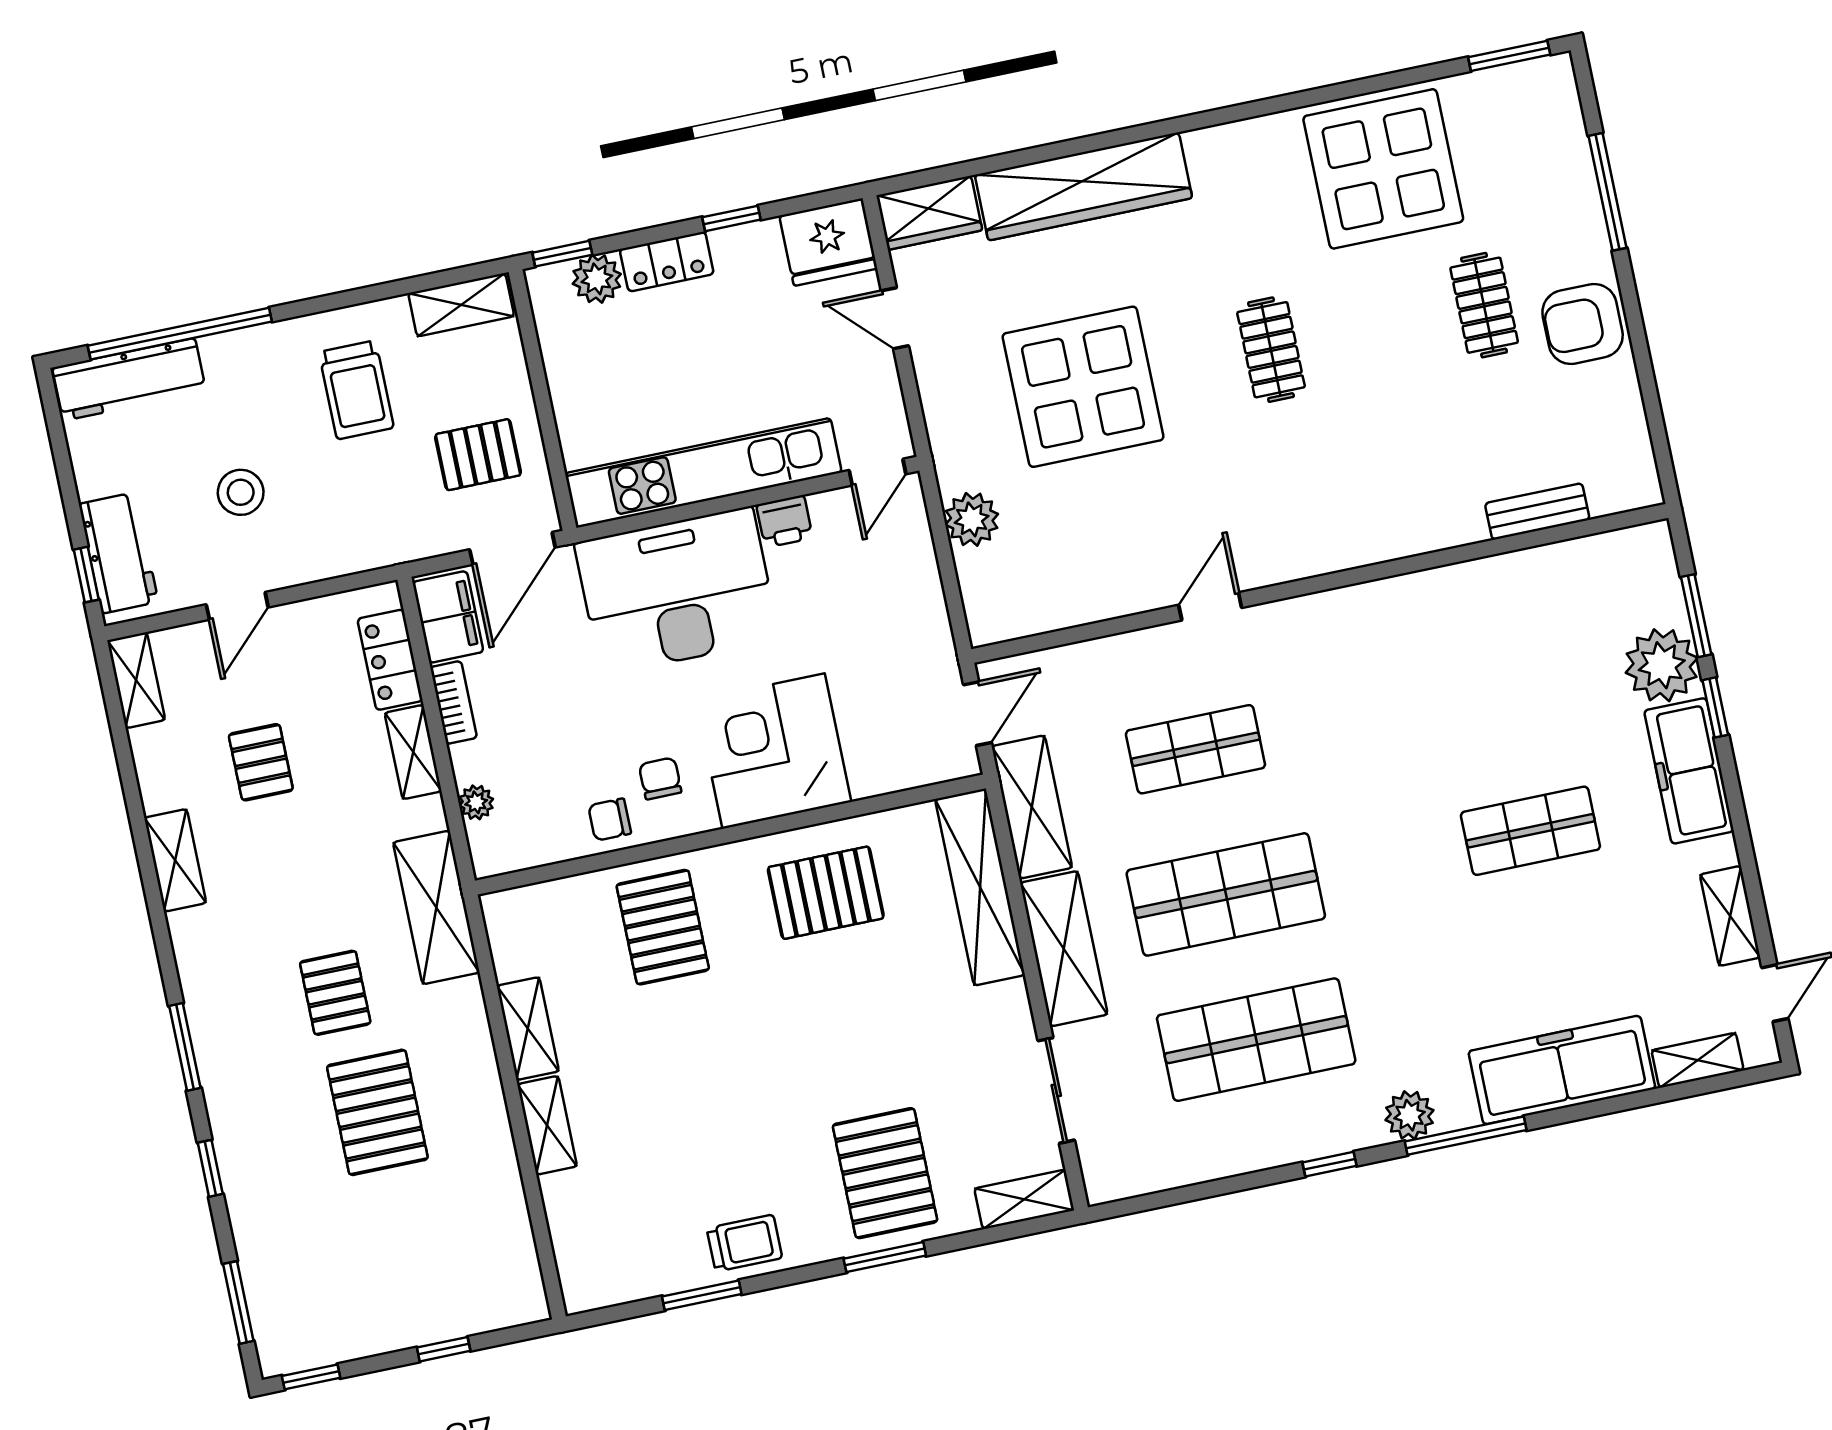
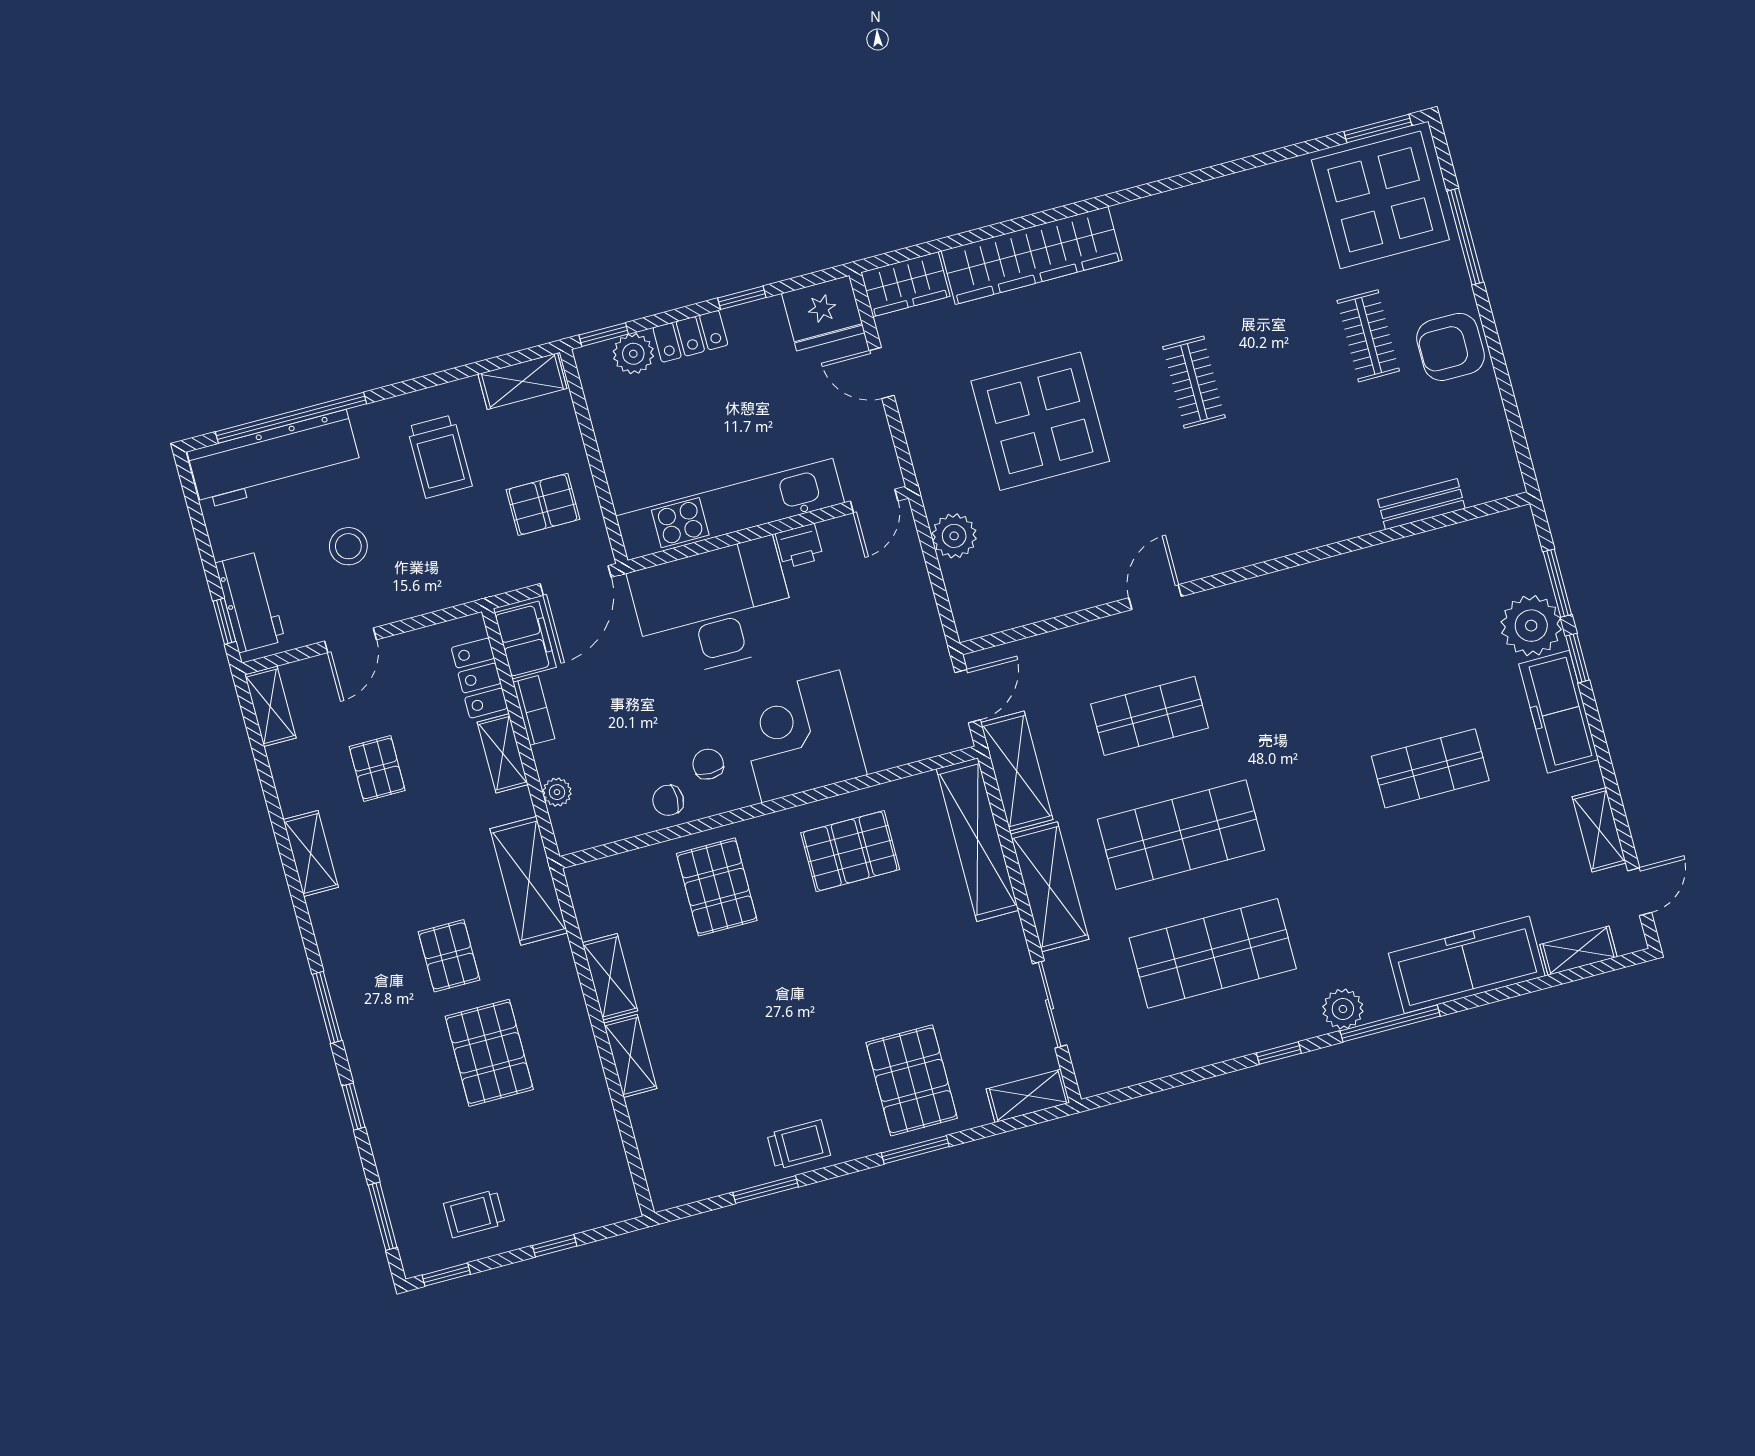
display table: (1383, 169) -> (1380, 200), moved
workbench: (129, 379) -> (274, 459), width x1.36, depth x1.32
trolley: (349, 1305) -> (474, 1214), added

